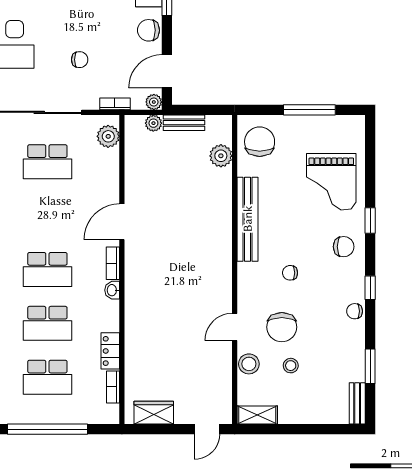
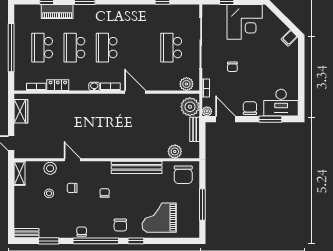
plant: (153, 123) -> (190, 107), width x1.87, depth x1.87
chair: (260, 142) -> (183, 175), turned 90
window: (370, 288) -> (96, 241), width x3.17
chair: (282, 327) -> (72, 188), width x0.54, depth x0.54

